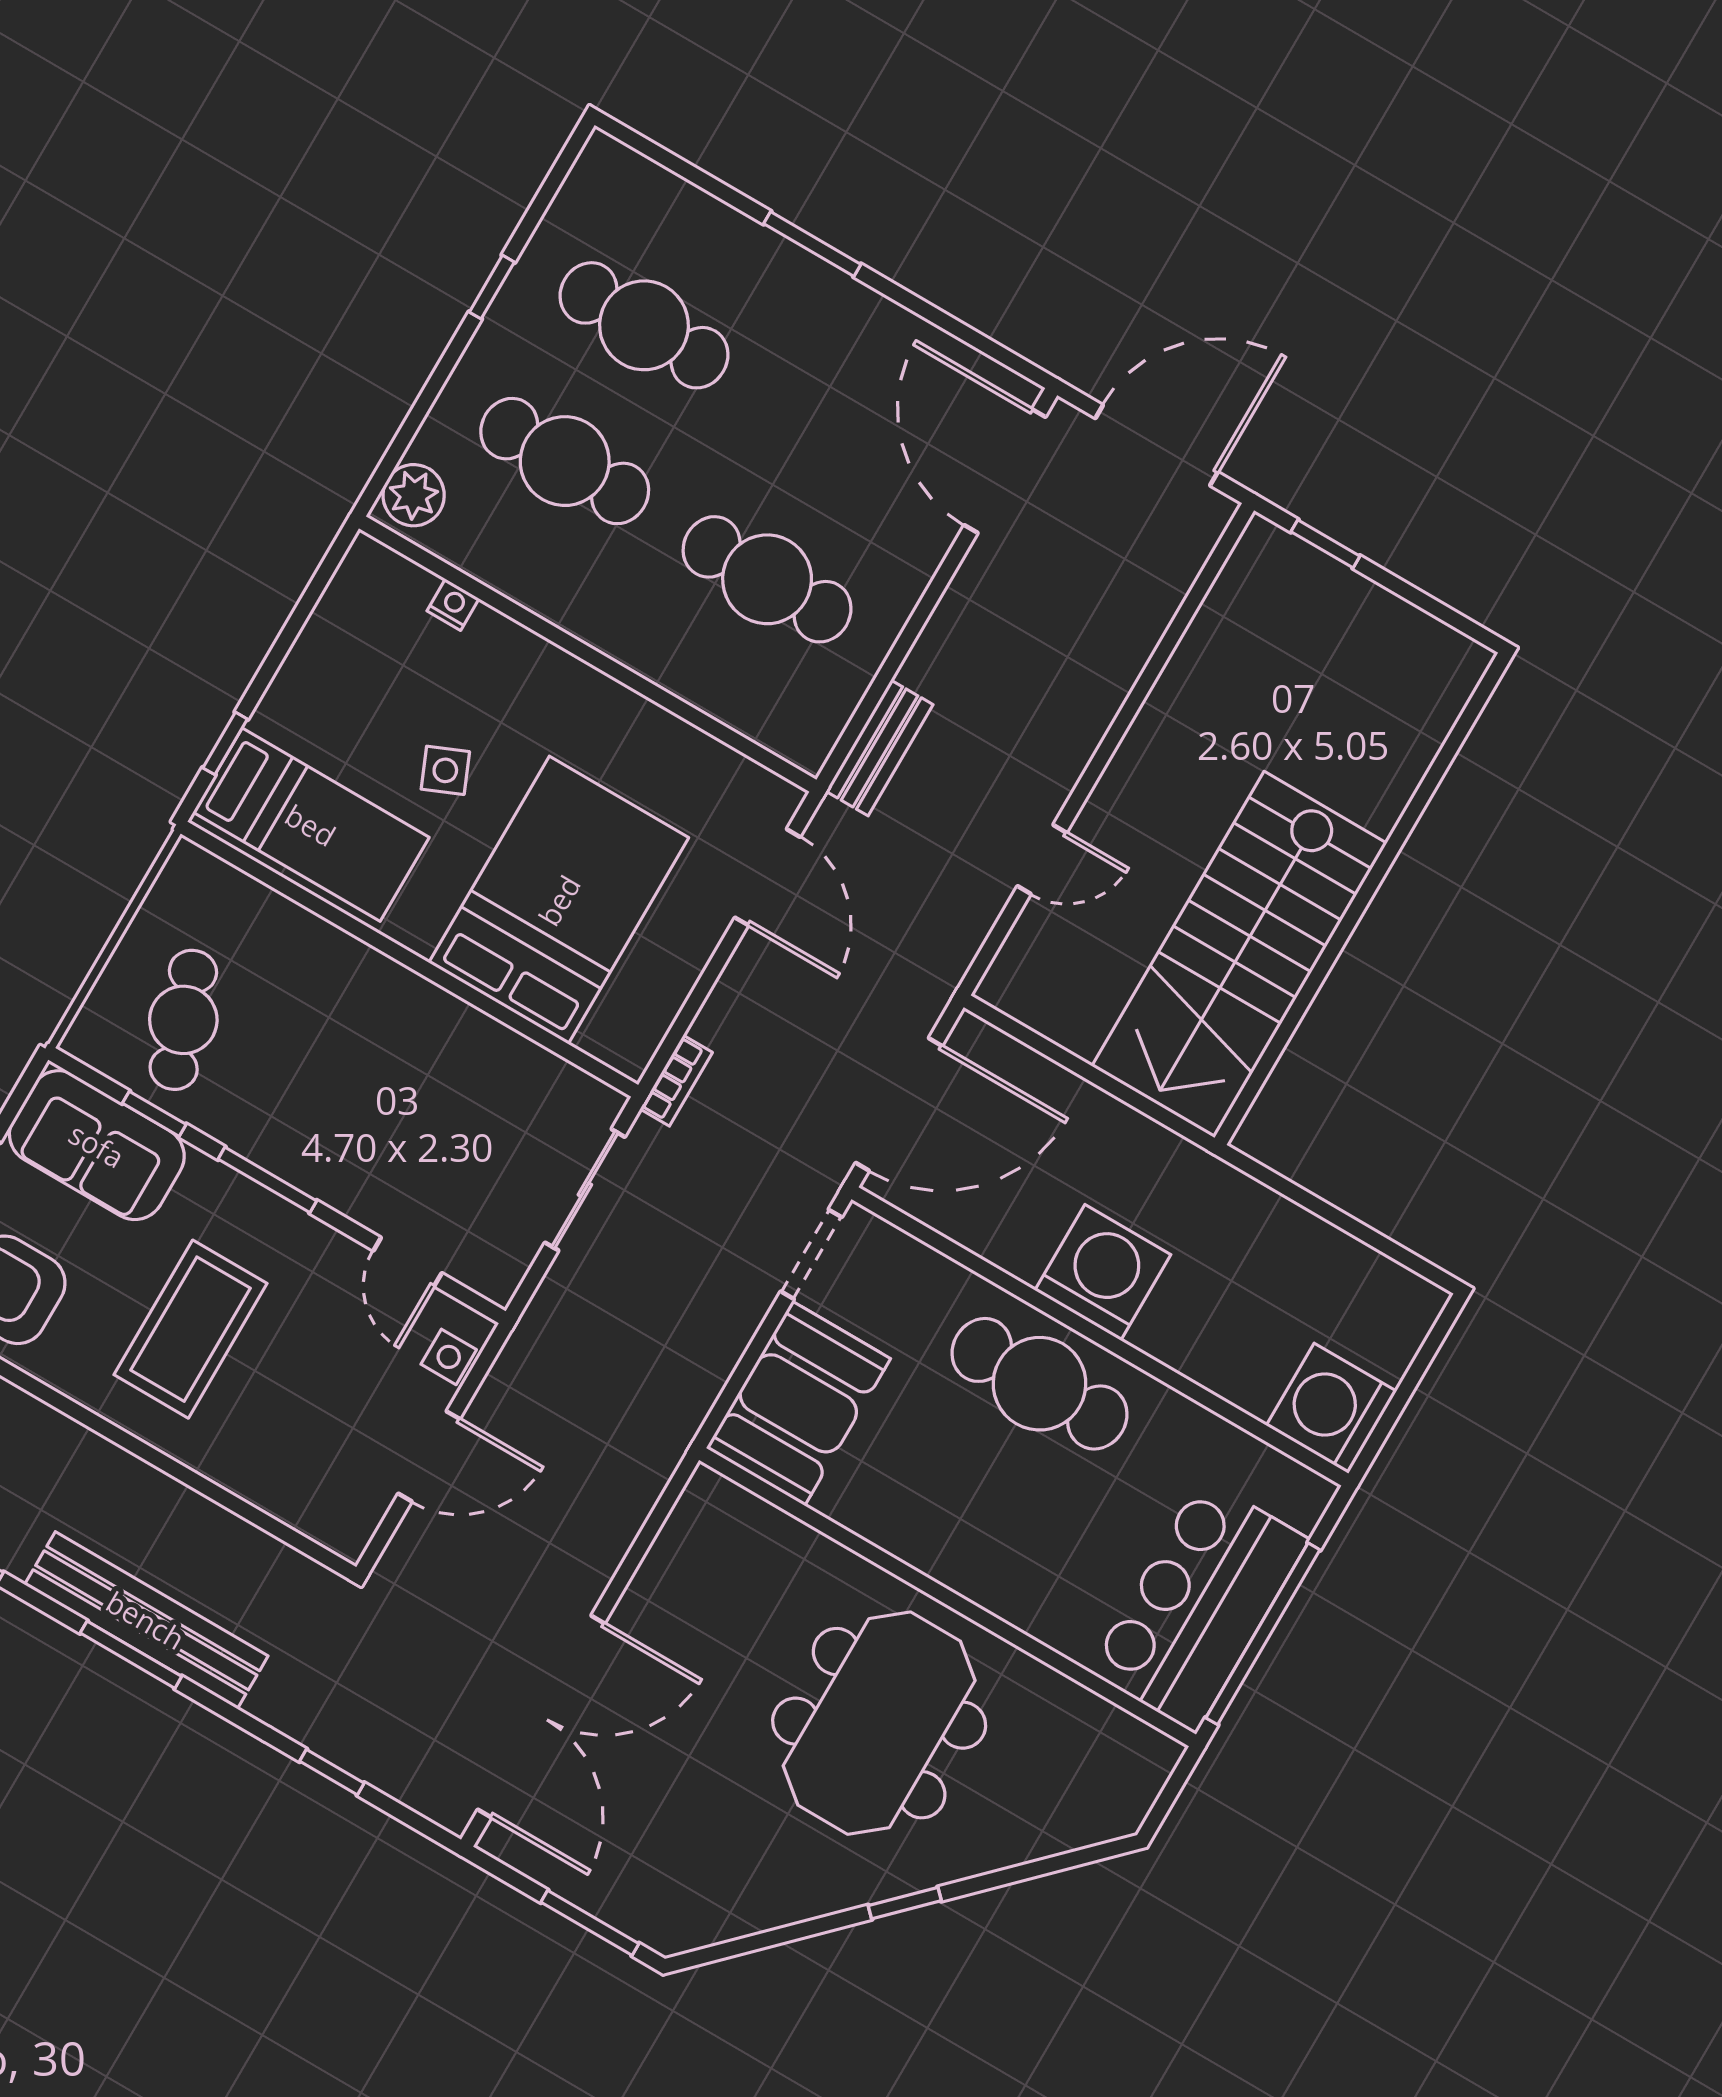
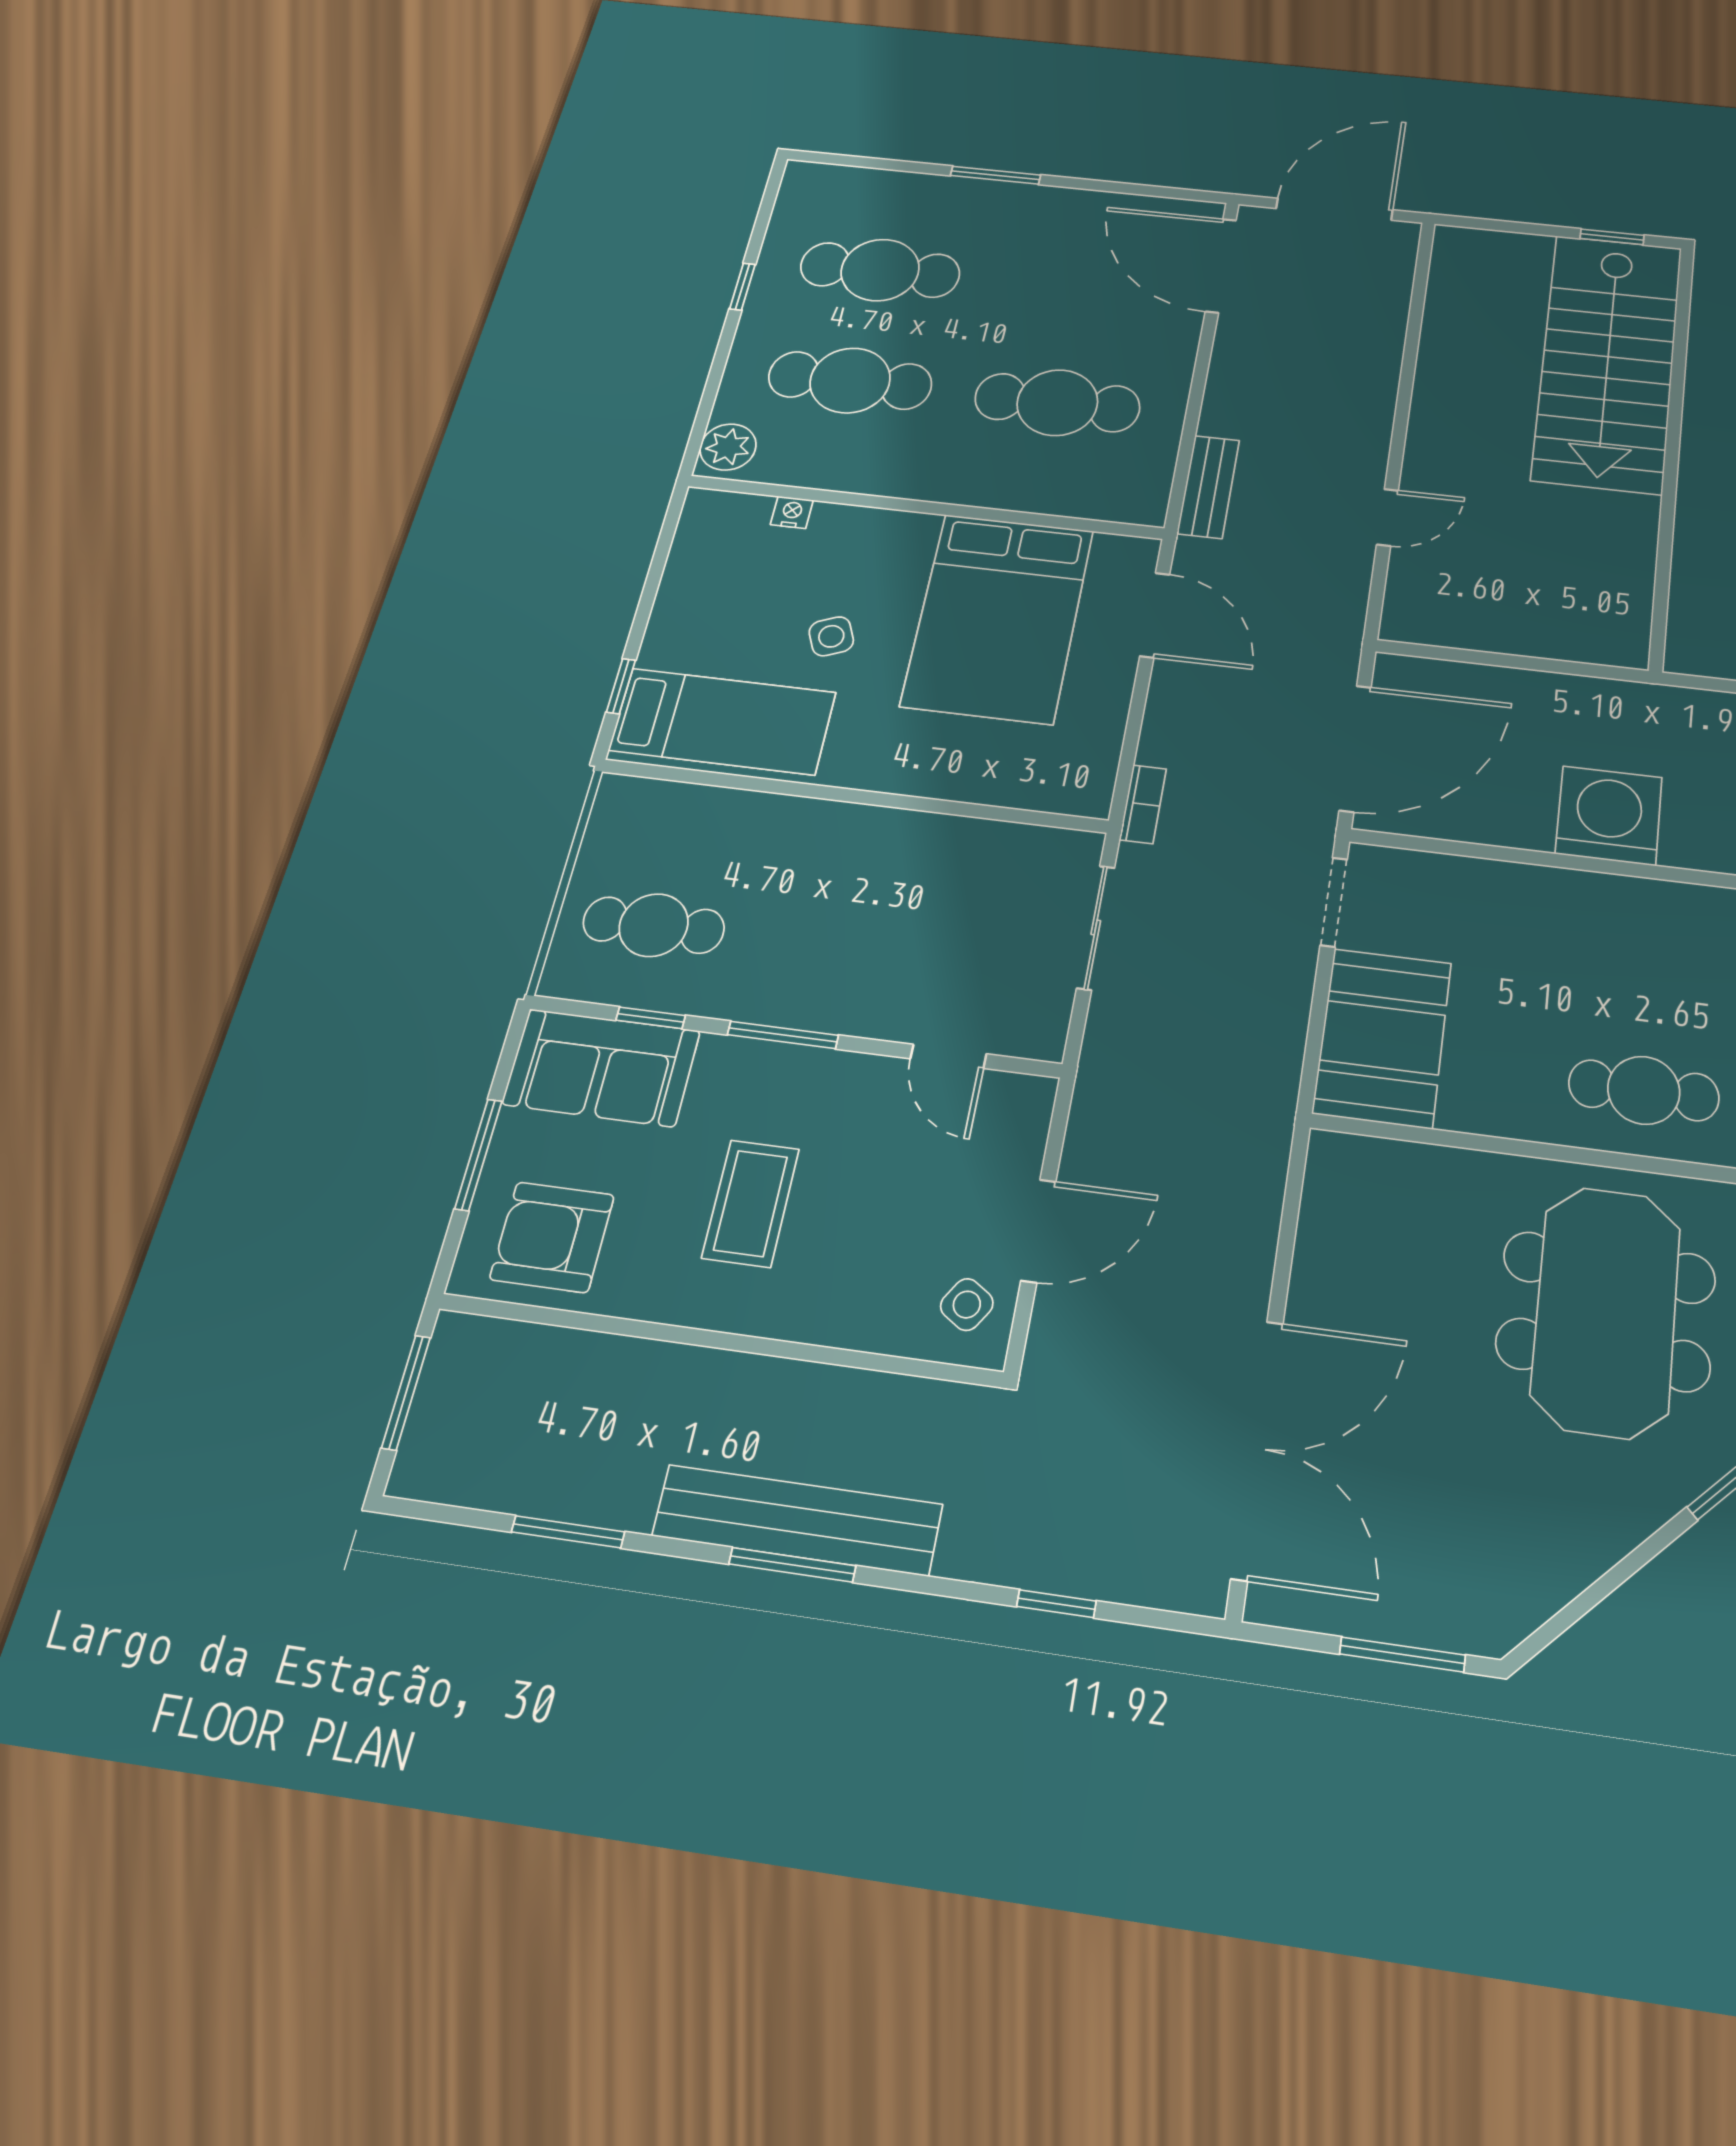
window: (1325, 544) -> (1612, 237), moved
bed: (559, 900) -> (998, 617), moved, turned 180
stairs: (1239, 955) -> (1608, 362), moved
cafe table: (183, 1020) -> (654, 925), turned -71
coffee table: (190, 1329) -> (751, 1203), width x0.73, depth x0.76
side table: (449, 1357) -> (967, 1305), moved, turned 33
cafe table: (1039, 1384) -> (1644, 1090), moved, width x0.73, depth x0.74

